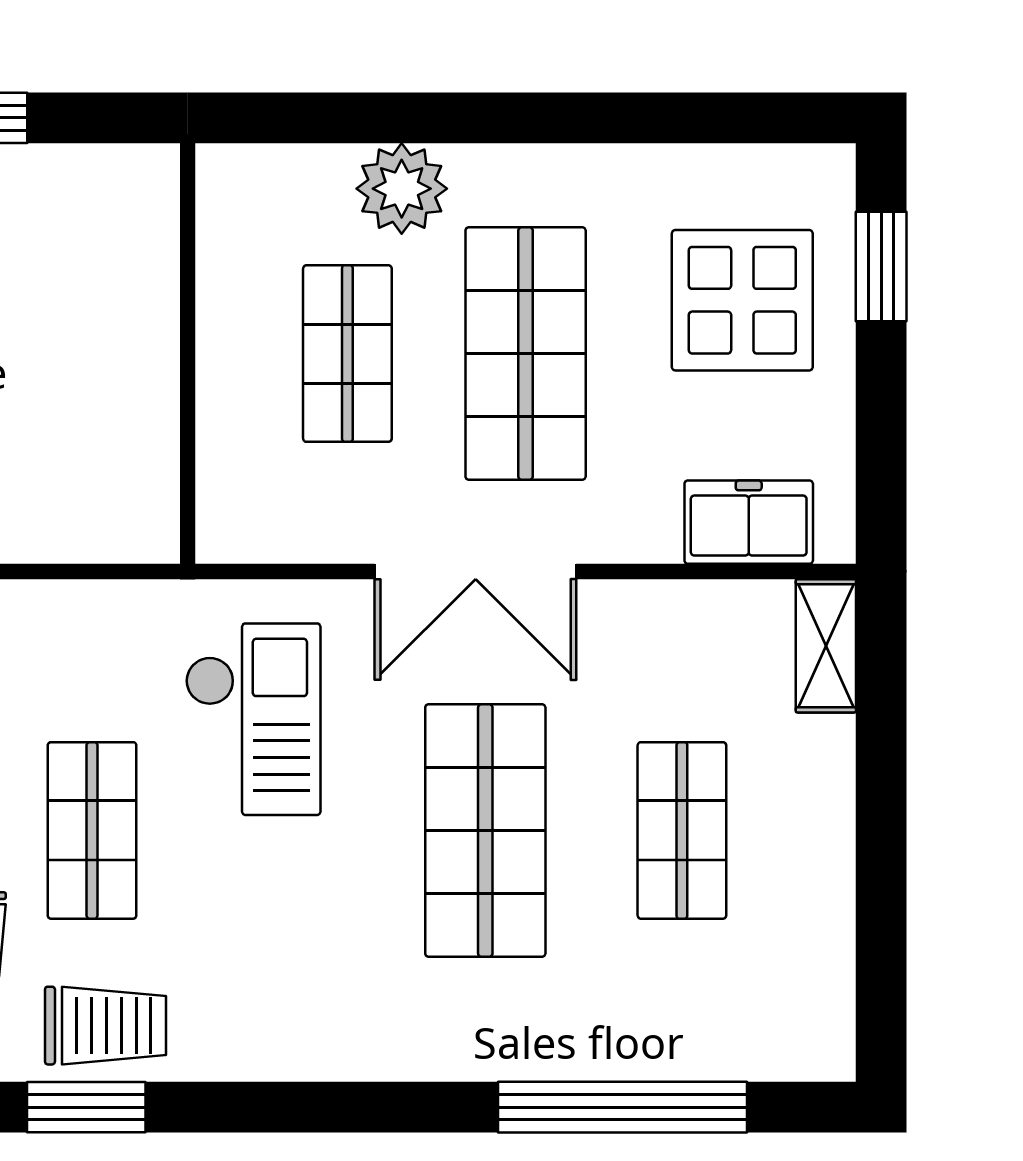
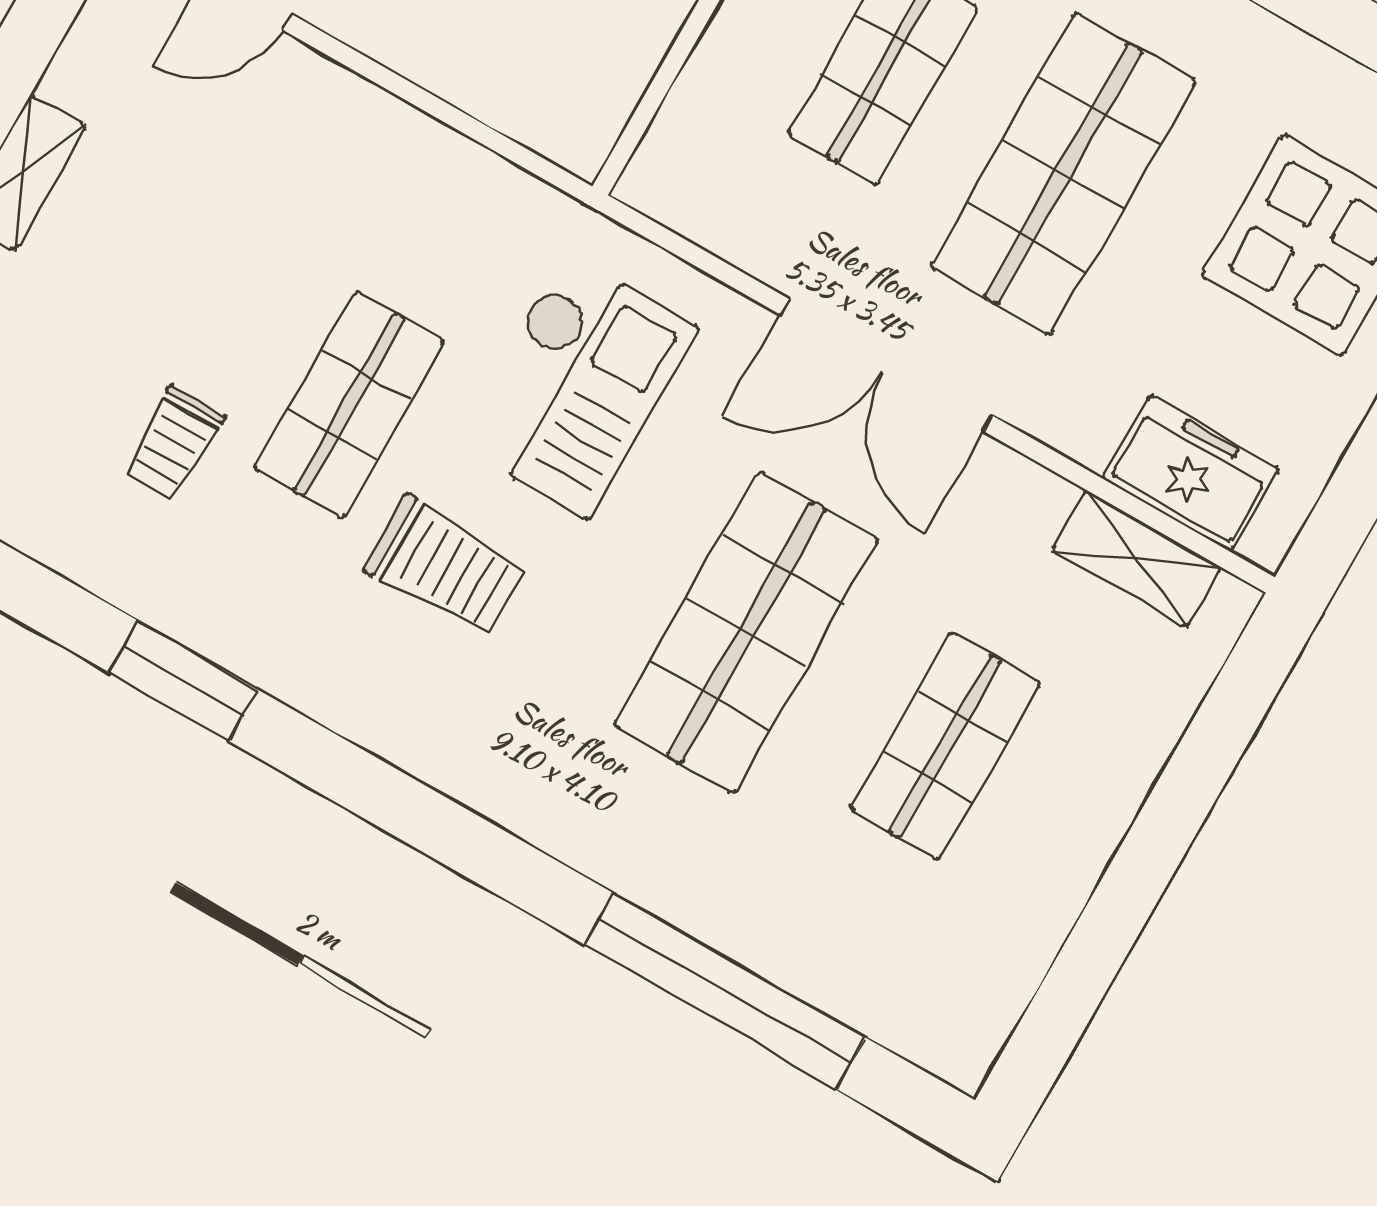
shelving: (826, 646) -> (1137, 559), moved, turned 90
trolley: (105, 1026) -> (446, 567), moved

